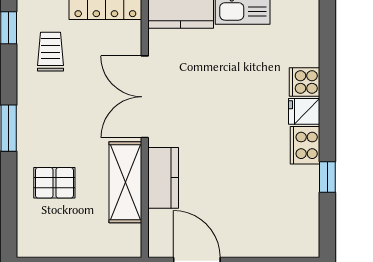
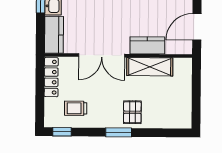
pallet: (54, 183) -> (132, 112), moved

